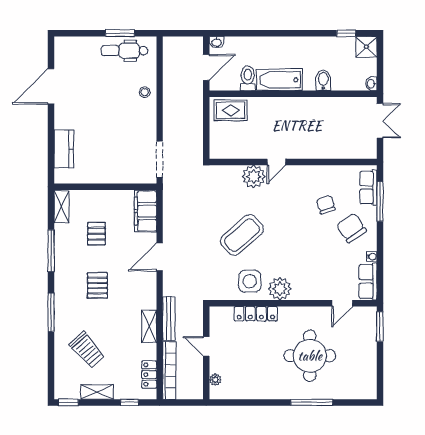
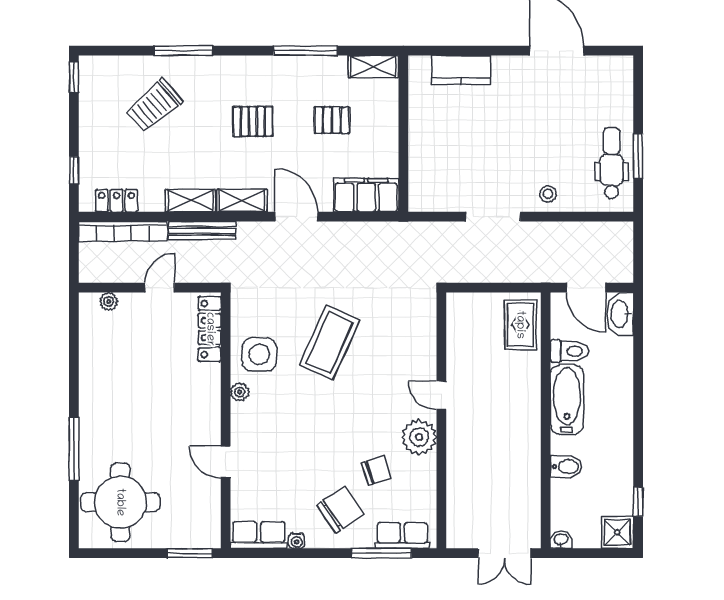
washbasin: (217, 42) -> (620, 314), width x1.91, depth x1.45
doorway: (160, 159) -> (493, 217), moved
plant: (254, 177) -> (419, 437), moved
coffee table: (242, 235) -> (330, 342), turned 65
plant: (280, 289) -> (240, 392), width x0.53, depth x0.53
door: (342, 303) -> (226, 462), moved
window: (51, 312) -> (183, 51), moved
locker: (256, 314) -> (210, 329), moved
round table: (310, 356) -> (120, 502), moved
shelving: (97, 392) -> (242, 201), moved, turned 90

